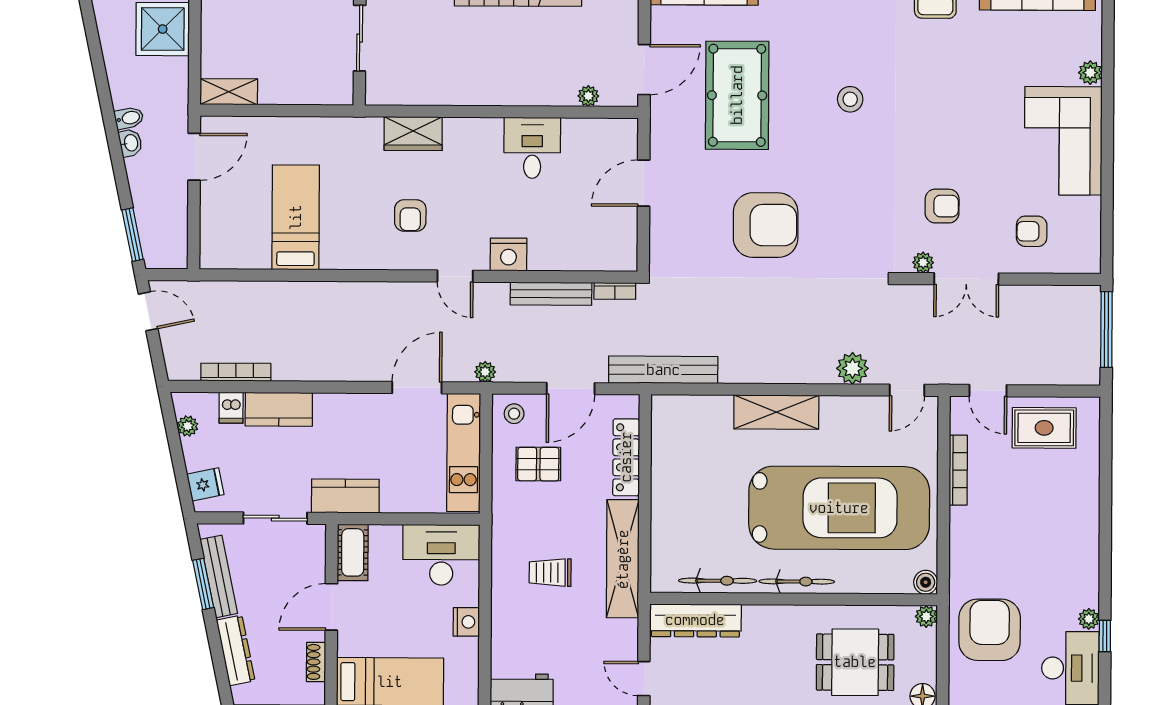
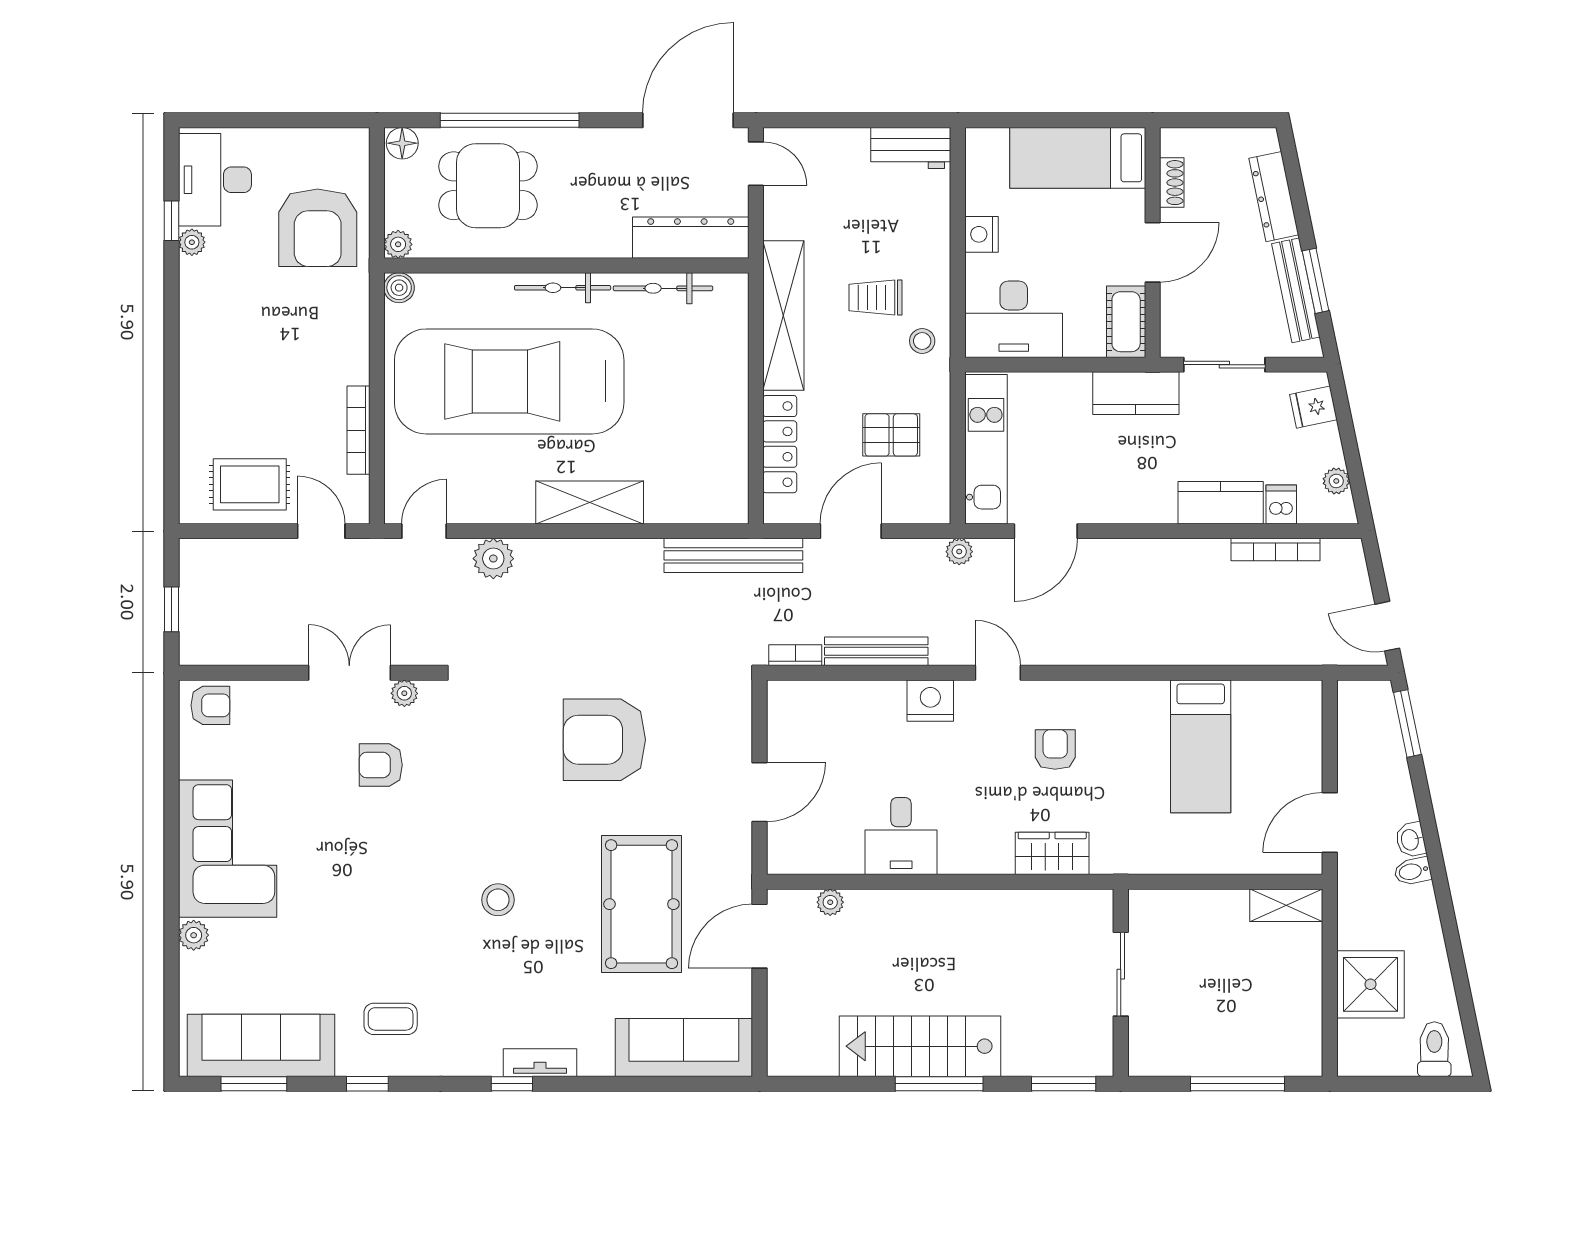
armchair: (1032, 231) -> (210, 705), moved
window: (1106, 330) -> (171, 609), width x0.46
stool: (514, 414) -> (922, 341), moved
trolley: (550, 573) -> (875, 297), turned 180

